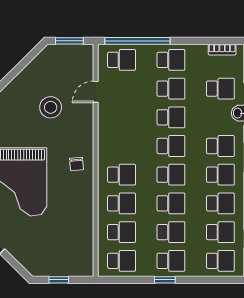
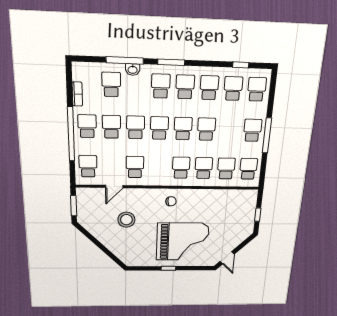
window: (137, 41) -> (71, 134), moved
bookcase: (222, 50) -> (77, 94), moved
door: (96, 92) -> (114, 186), hinge flipped
school desk: (171, 232) -> (135, 167), moved
window: (165, 280) -> (267, 136), width x2.17

